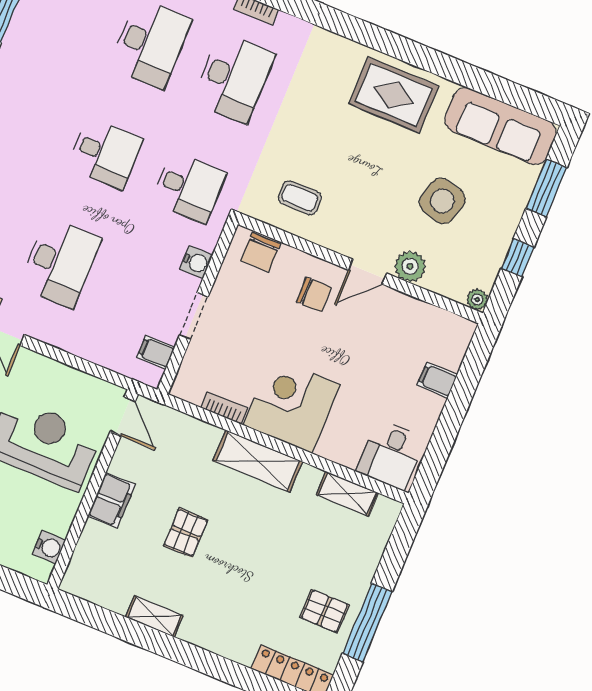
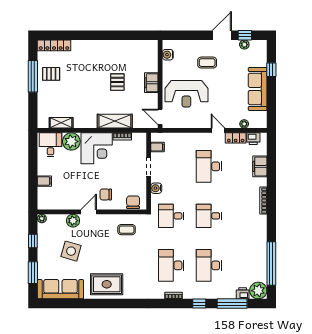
plant: (342, 443) -> (71, 141), added
shelving: (258, 461) -> (115, 121), moved
shelving: (154, 616) -> (116, 45), removed

